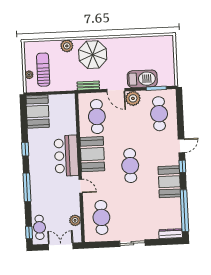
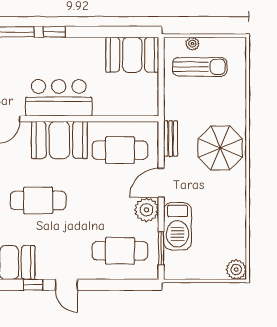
plant: (67, 46) -> (236, 270), moved
window: (25, 149) -> (54, 32), moved

